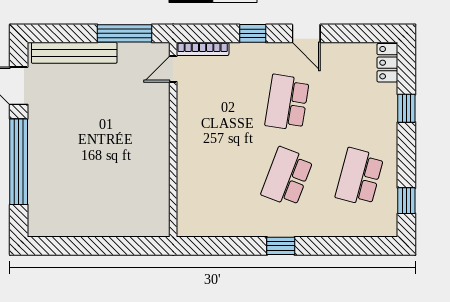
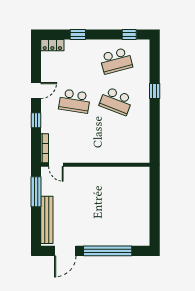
school desk: (359, 177) -> (116, 61), turned -30
window: (281, 246) -> (155, 91), moved

